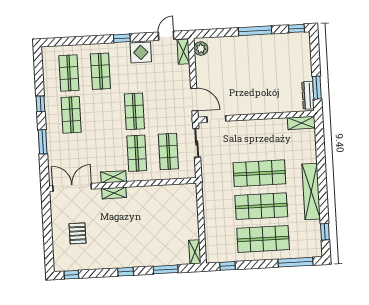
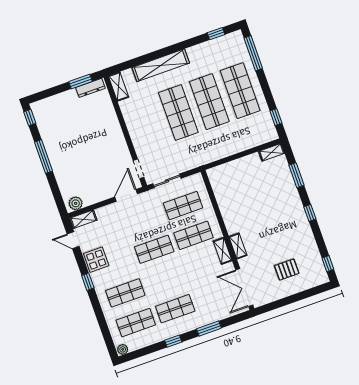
plant: (47, 53) -> (123, 349), added
shelving: (311, 191) -> (161, 65), moved

